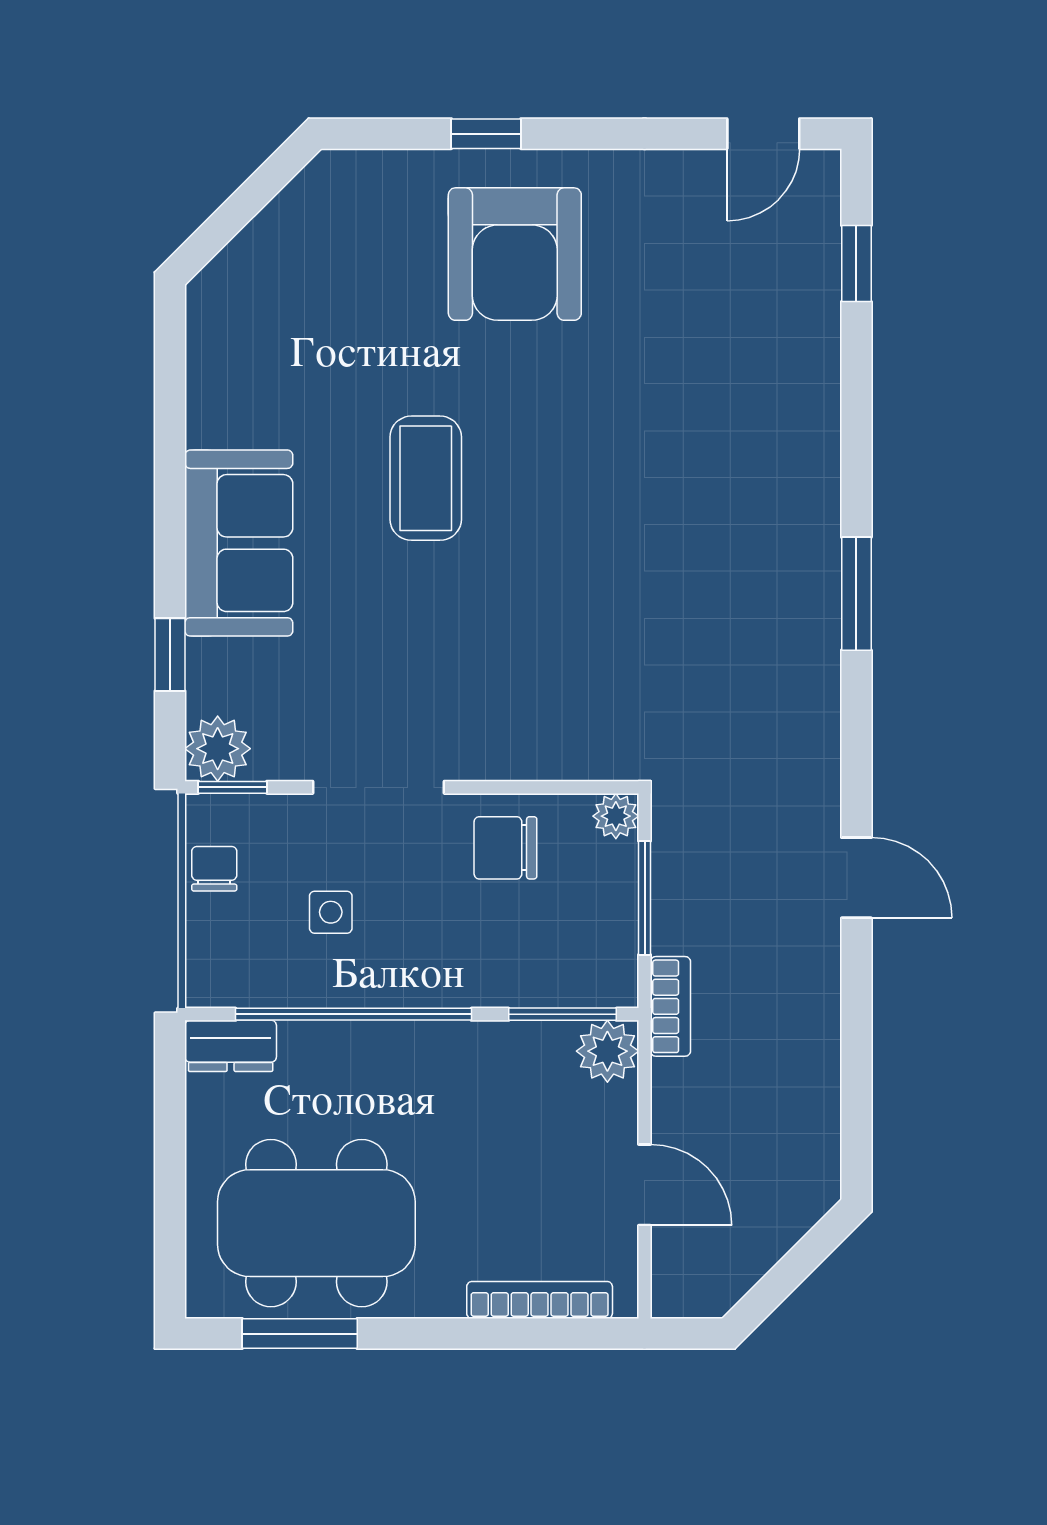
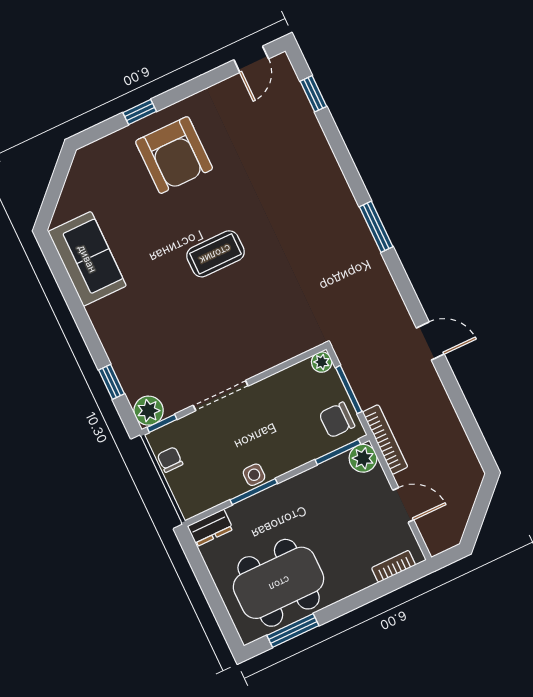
coffee table: (426, 478) -> (215, 254), moved, turned 90
sofa: (239, 543) -> (87, 259), moved
chair: (505, 848) -> (337, 420), moved
side table: (331, 912) -> (254, 475), moved
bookcase: (670, 1006) -> (385, 440), width x1.56
window: (354, 1014) -> (254, 492), width x0.47
bookcase: (540, 1300) -> (394, 566), width x0.64

